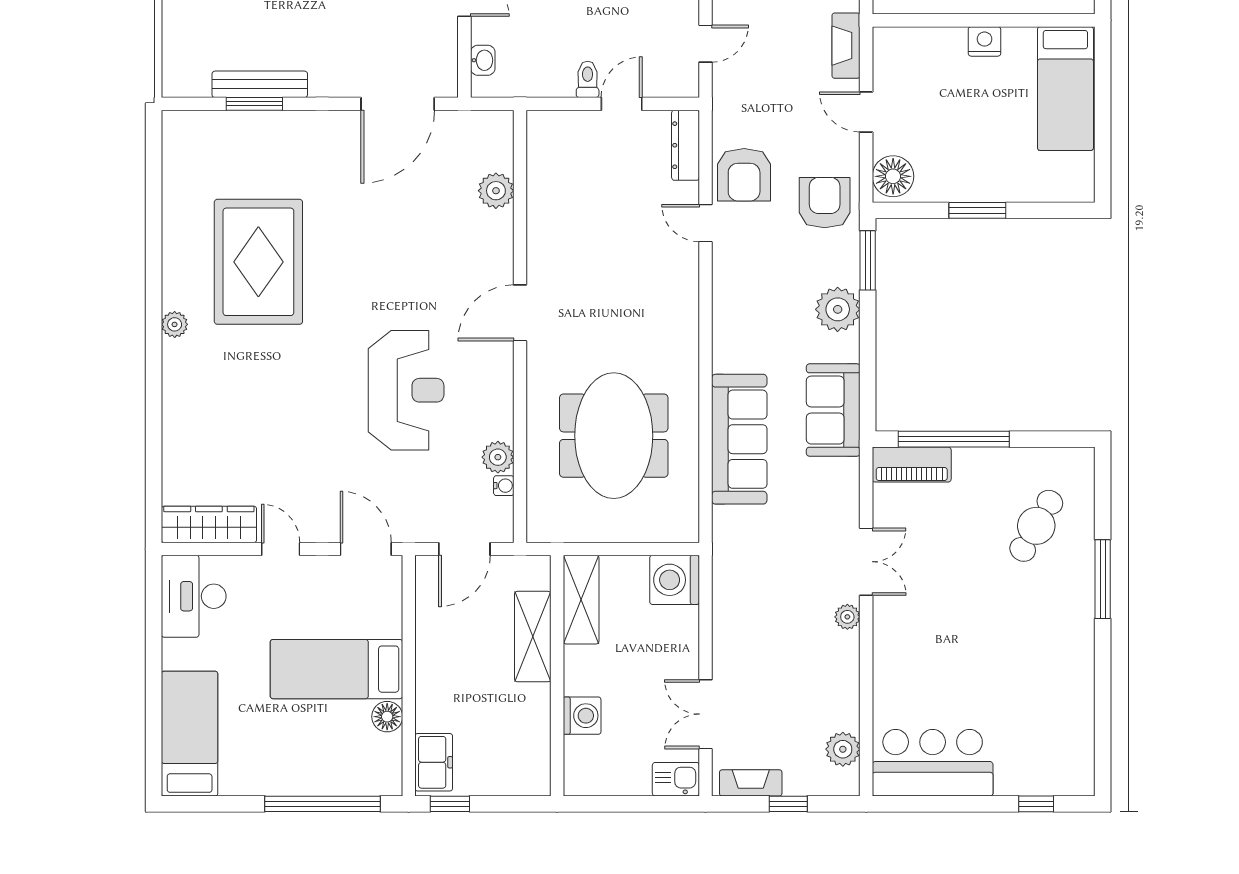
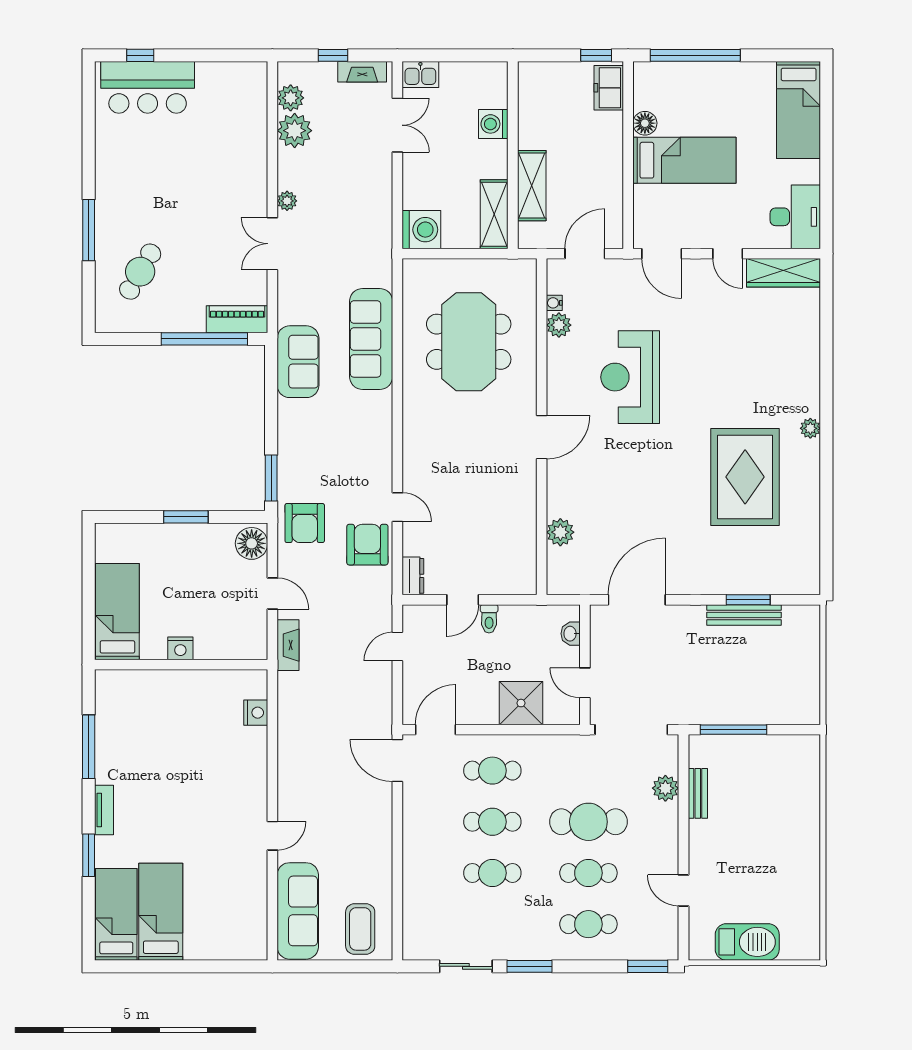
dresser: (685, 145) -> (413, 576), width x0.70
plant: (838, 309) -> (295, 131), moved
bar counter: (933, 763) -> (148, 87), moved

